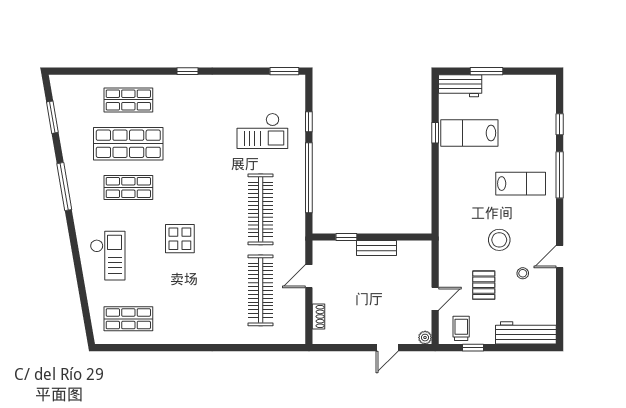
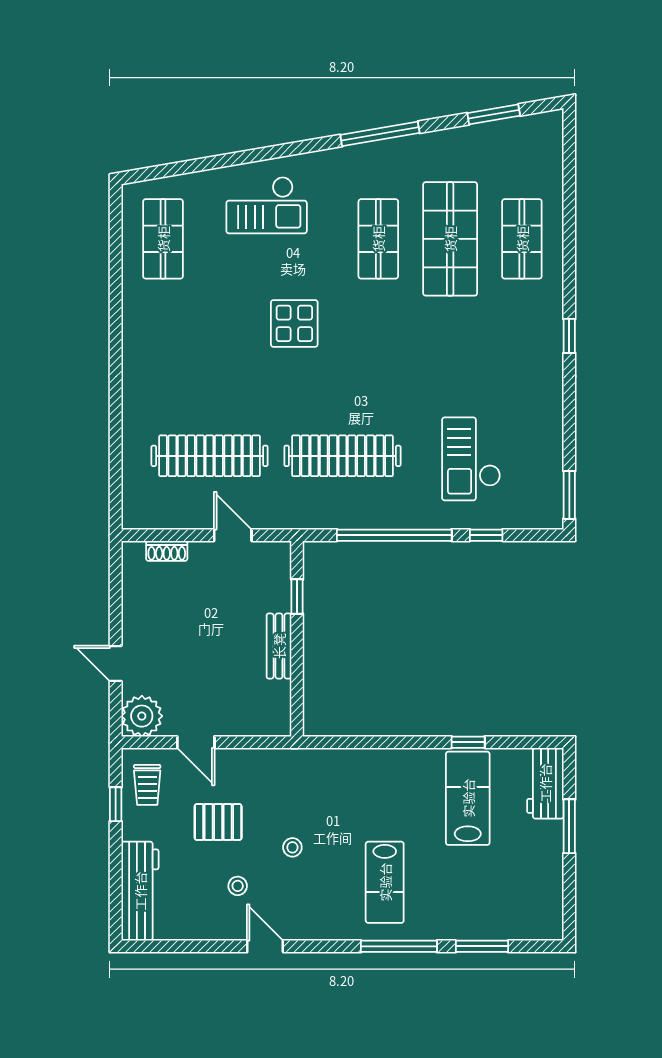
window: (560, 124) -> (482, 946), width x1.50
stool: (499, 240) -> (292, 847), width x0.53, depth x0.53
trolley: (461, 328) -> (147, 785), turned 90
plant: (425, 338) -> (142, 716), width x1.88, depth x1.88

